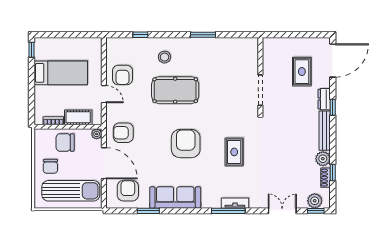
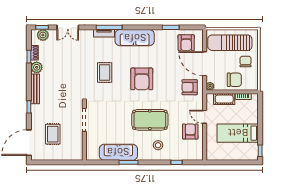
sofa: (216, 48) -> (118, 152), added
dresser: (324, 99) -> (36, 113), removed
armchair: (123, 133) -> (190, 87), turned 180
sofa: (175, 197) -> (135, 38), moved

